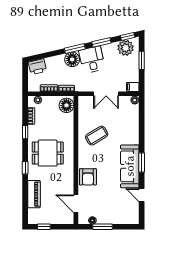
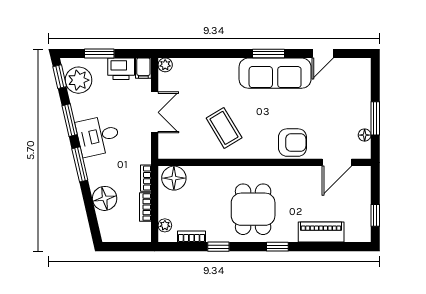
floor lamp: (72, 59) -> (105, 198), moved
printer: (37, 67) -> (121, 69), moved, turned 103

